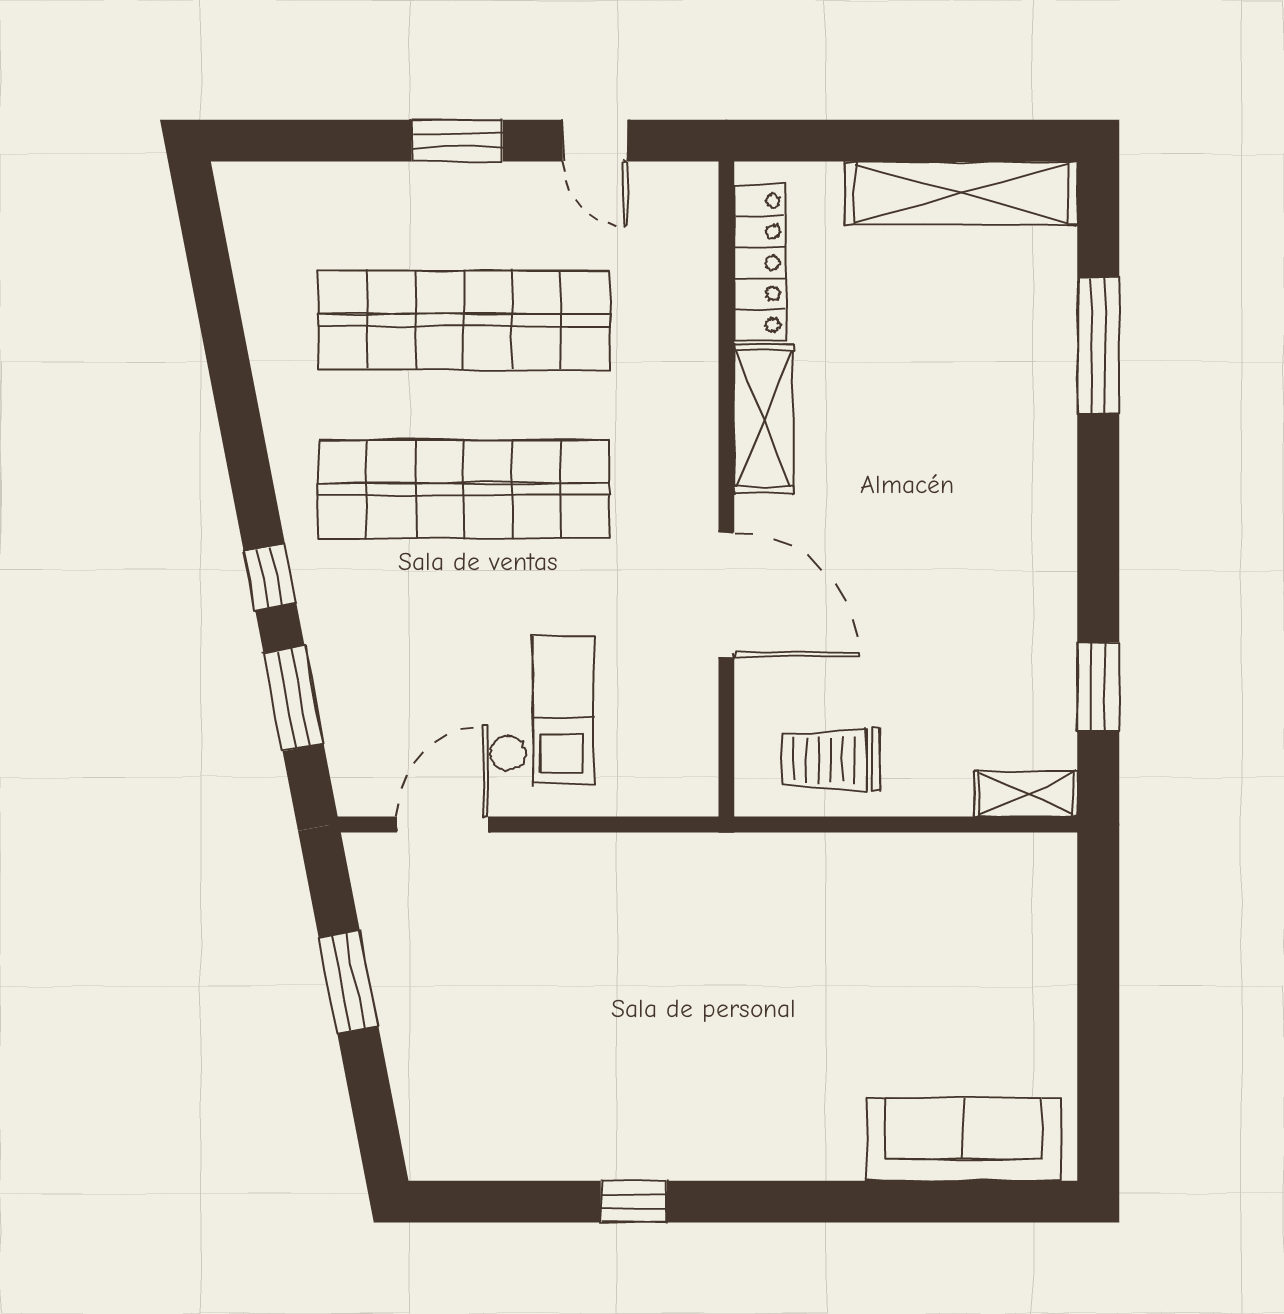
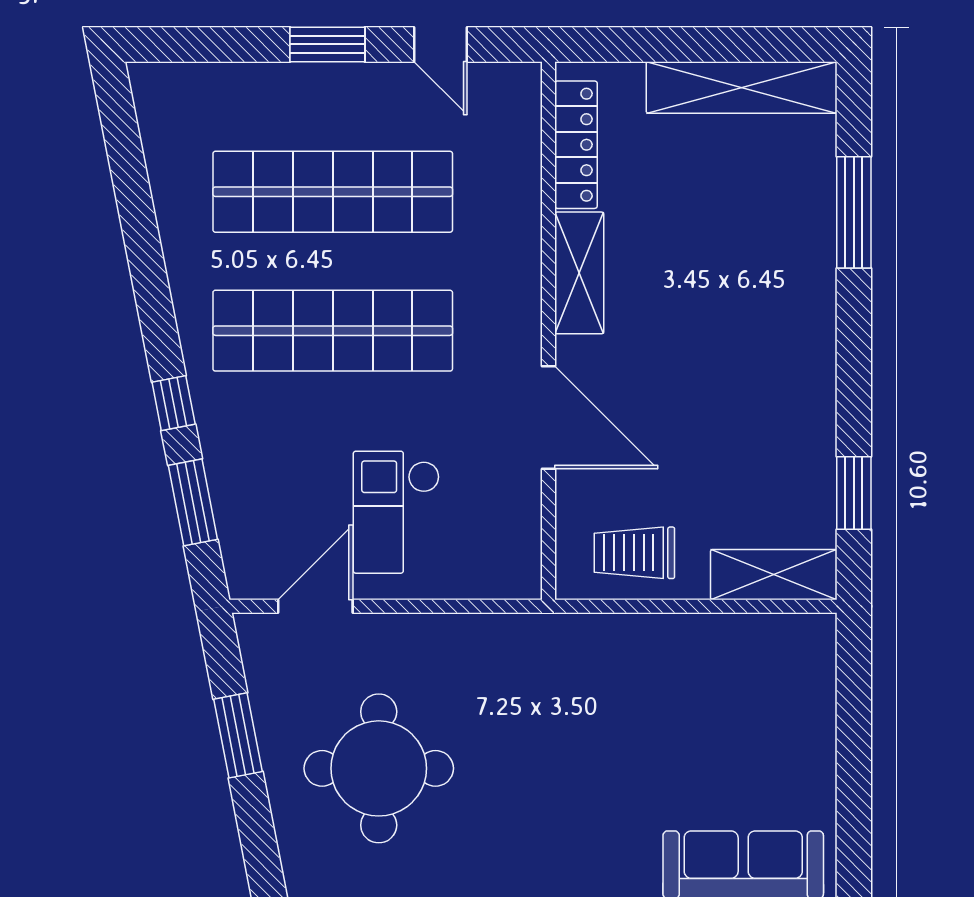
checkout: (541, 710) -> (396, 512), turned 180
shelving: (1026, 794) -> (774, 575), width x1.50, depth x1.33
round table: (520, 1022) -> (379, 768), added

